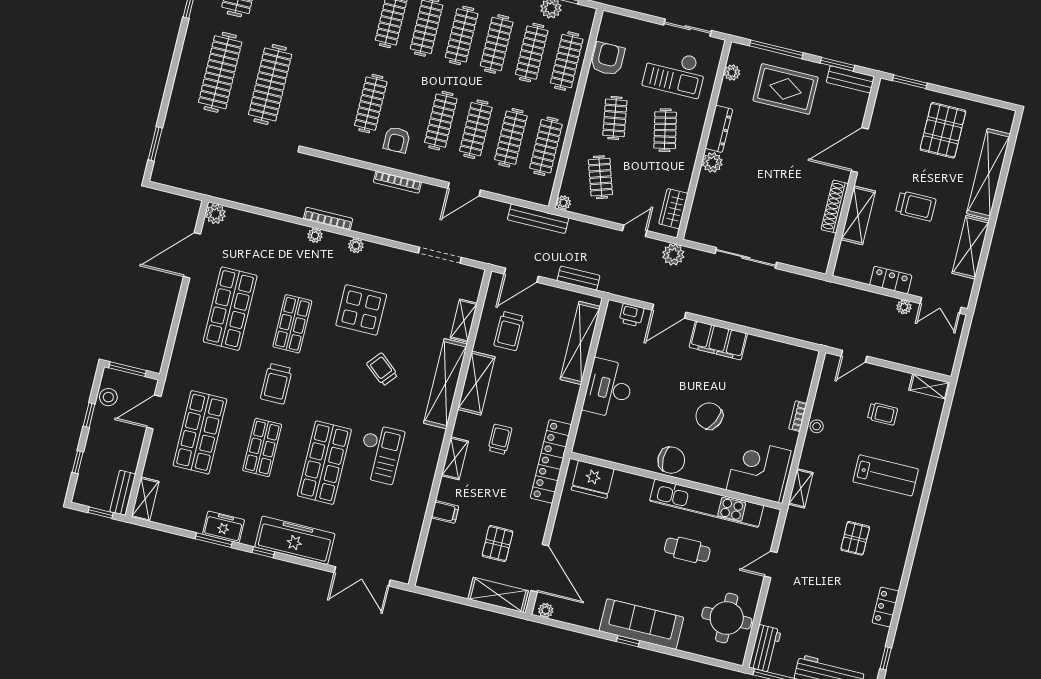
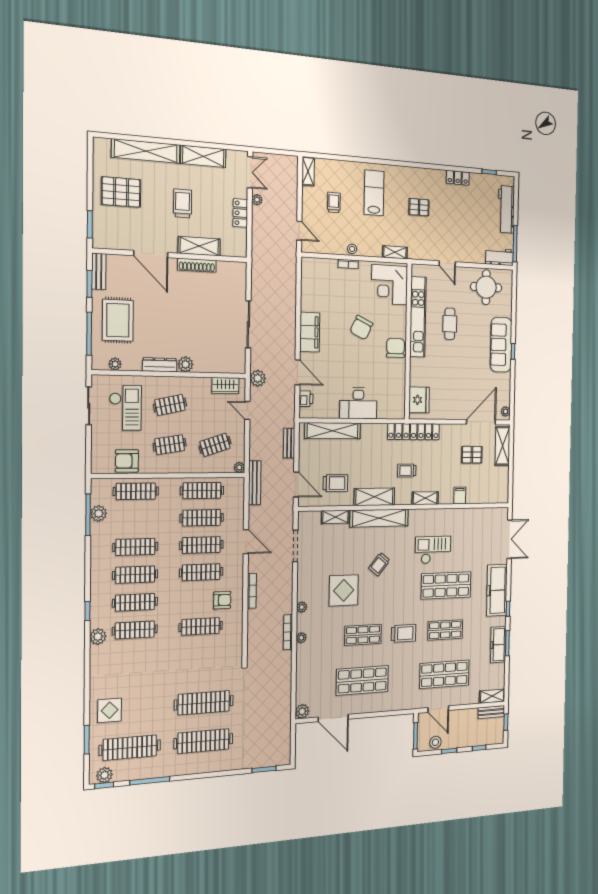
clothes rail: (532, 53) -> (136, 519), removed
freezer: (223, 527) -> (498, 645), width x1.40

